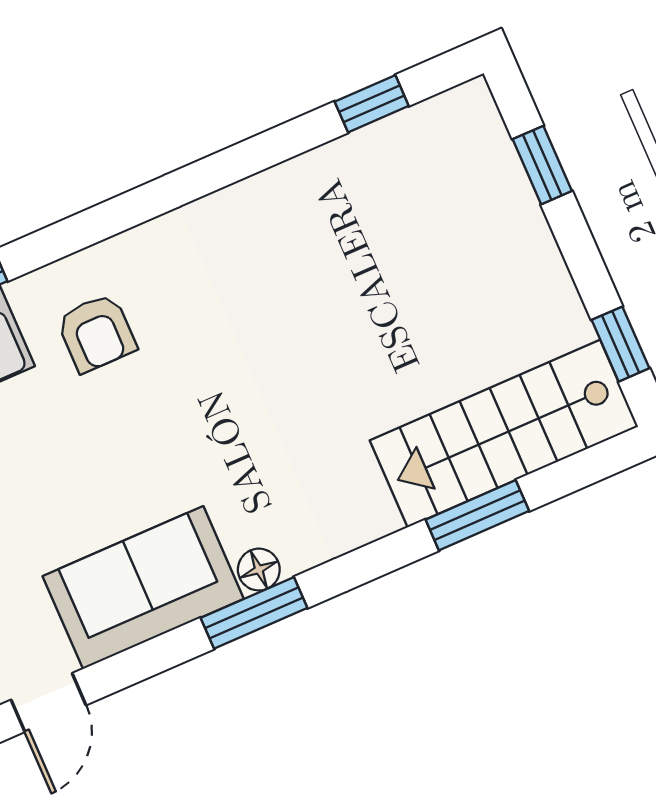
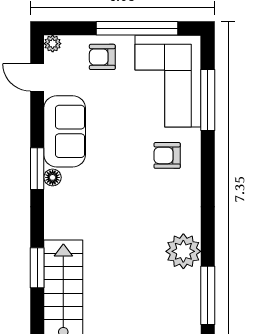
window: (372, 104) -> (208, 295), width x2.17
plant: (296, 202) -> (183, 251), added

